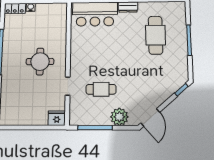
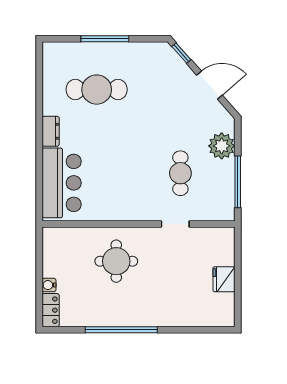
round table: (40, 62) -> (116, 261), moved
fridge: (57, 118) -> (224, 279), moved
door: (150, 118) -> (209, 85), moved

